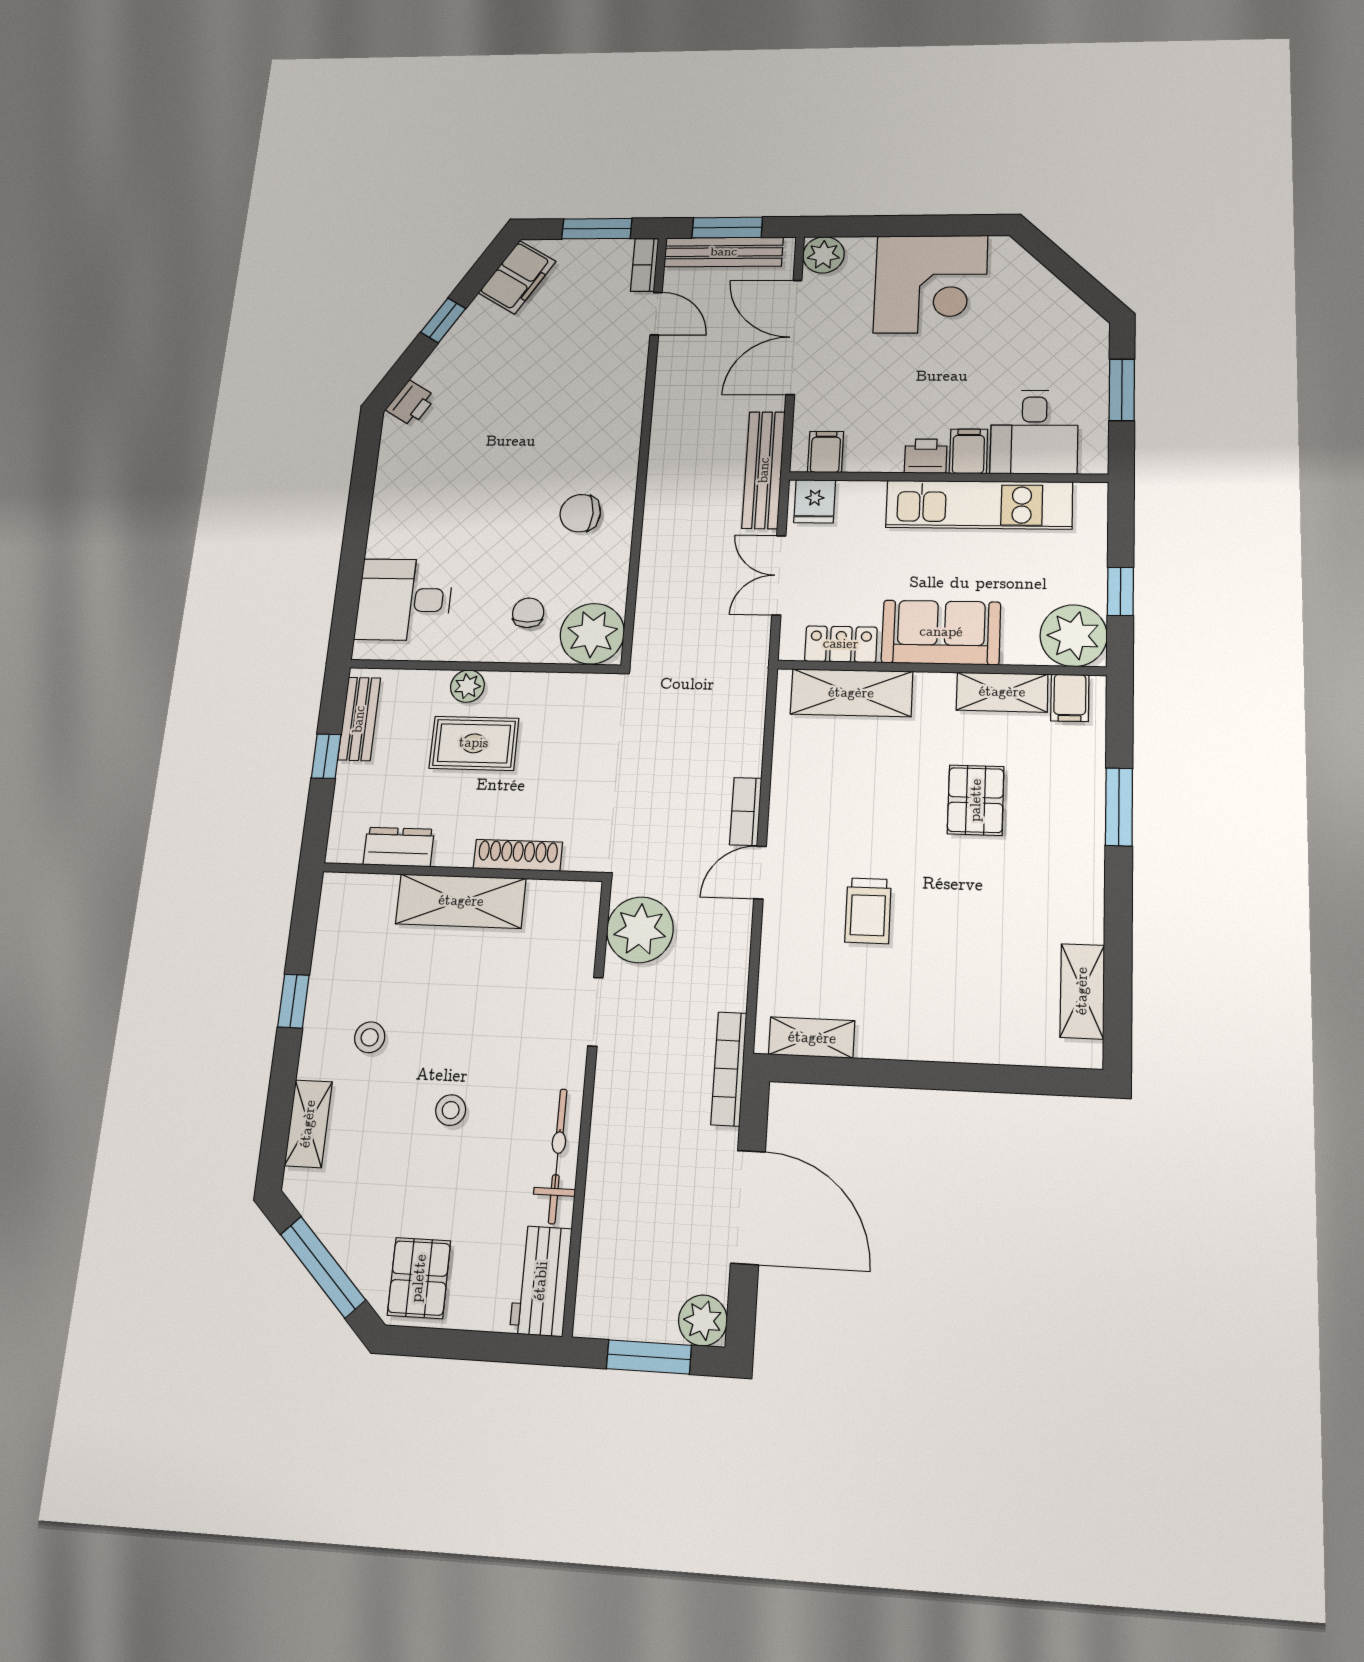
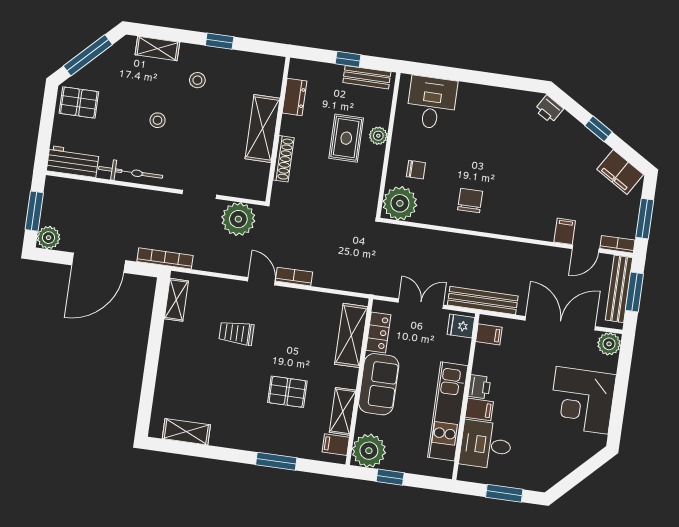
filing cabinet: (627, 351) -> (565, 231), added

